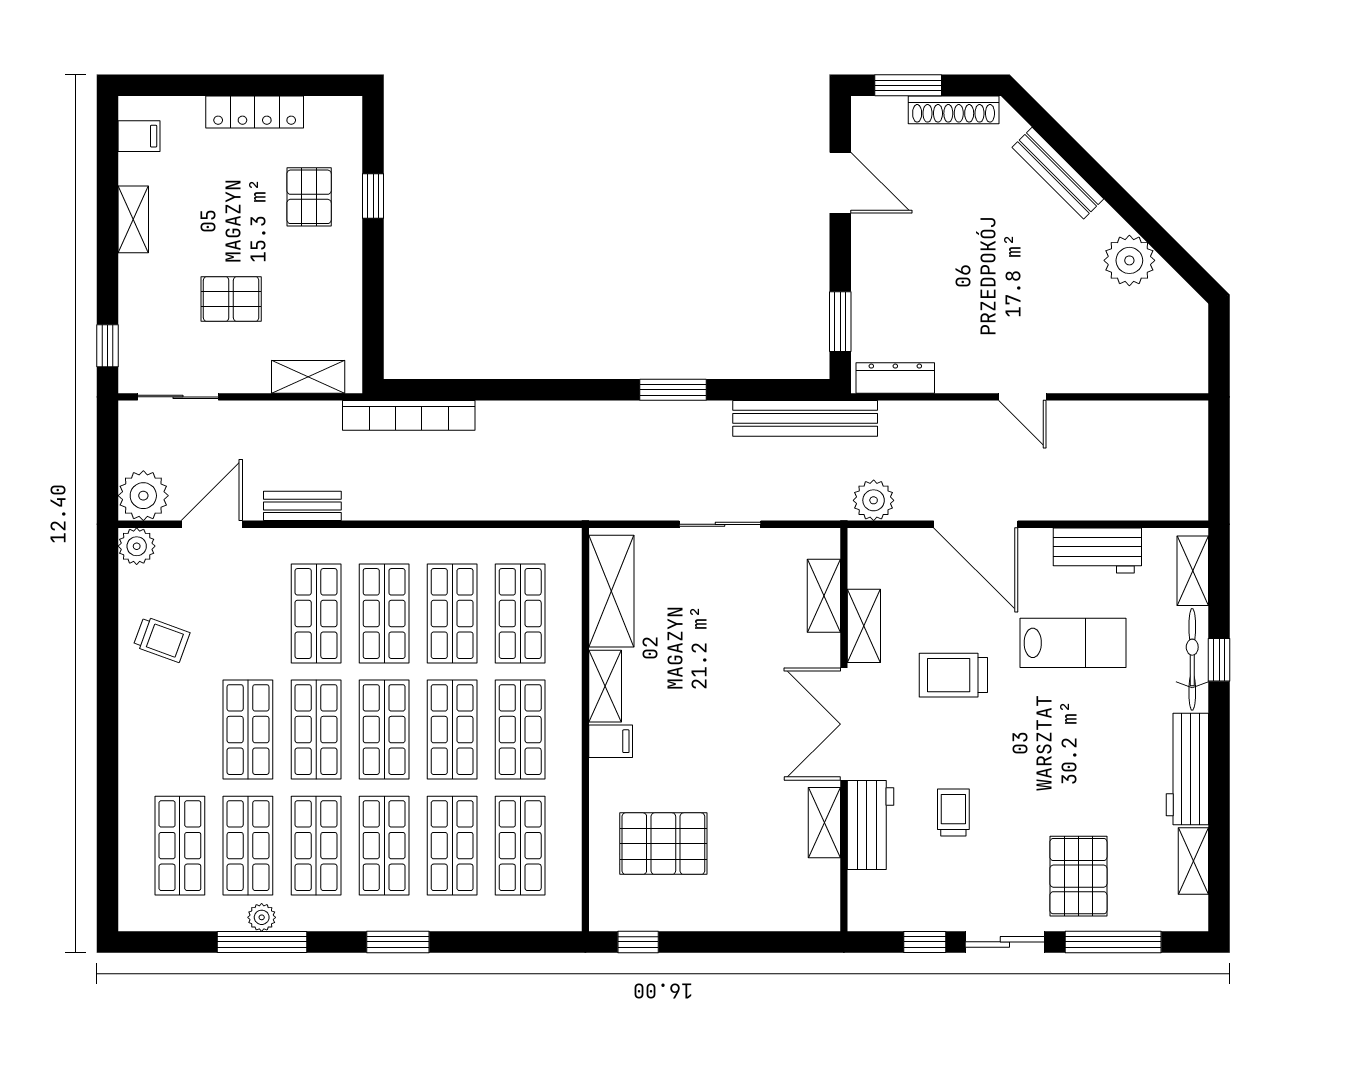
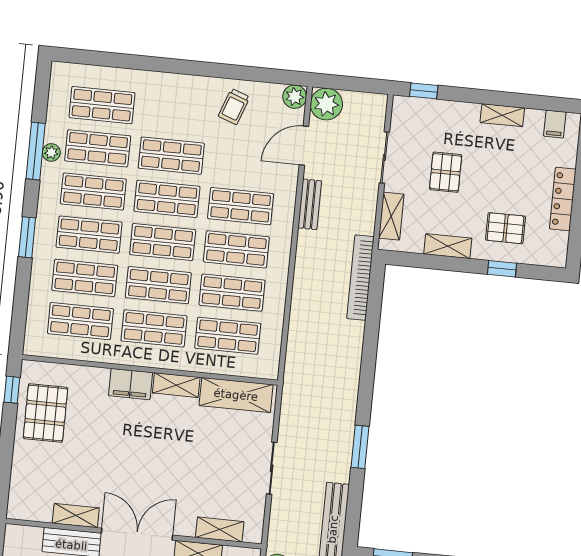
shelving: (346, 284) -> (448, 246), added
sliding door: (178, 397) -> (384, 157), moved
door: (212, 524) -> (304, 146), swing flipped
filing cabinet: (611, 741) -> (131, 384), width x2.00
pallet: (663, 844) -> (45, 413), moved

